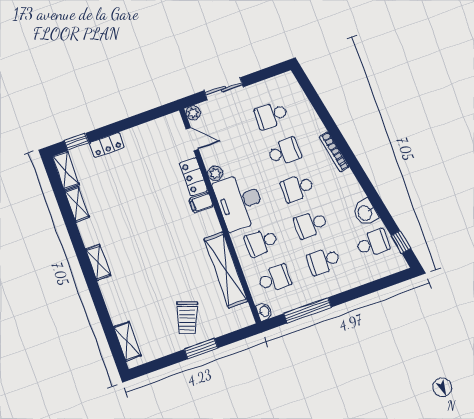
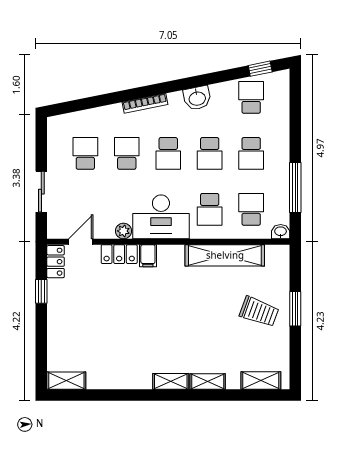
plant: (193, 113) -> (55, 231), removed
school desk: (271, 115) -> (85, 153), turned 180
window: (76, 142) -> (41, 291), moved
locker: (107, 145) -> (56, 262), moved
shelving: (77, 204) -> (208, 381), moved
washbasin: (365, 213) -> (197, 98), moved

